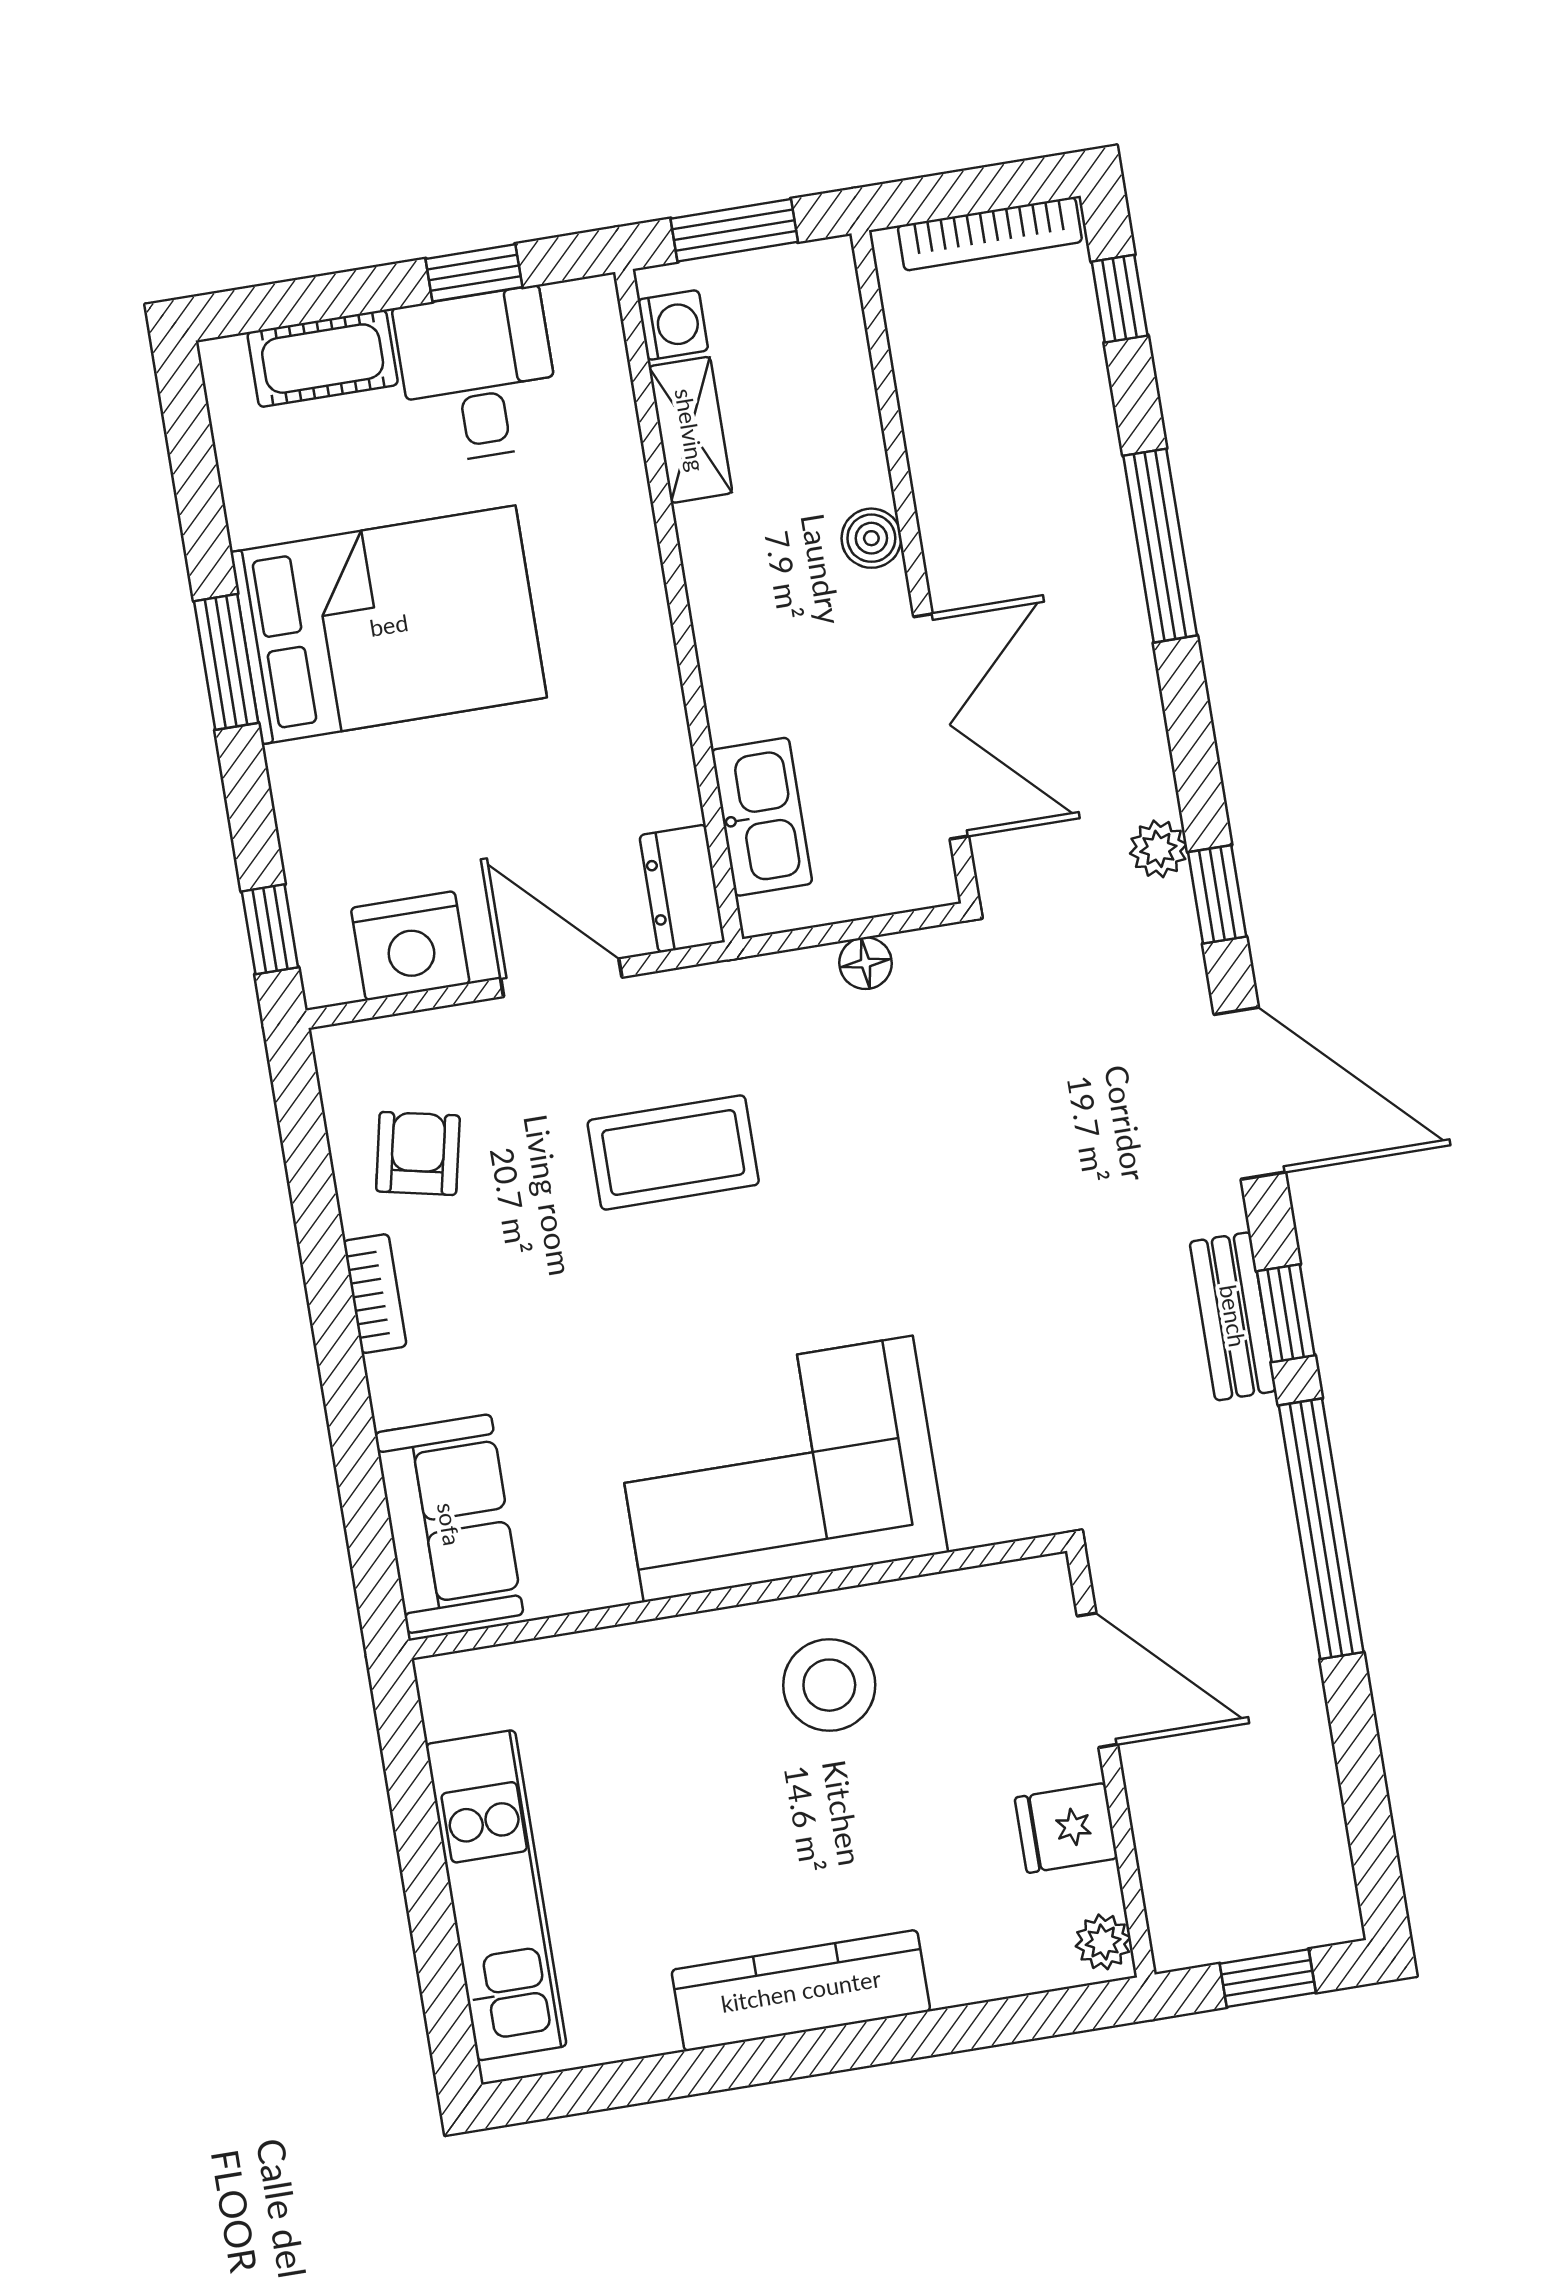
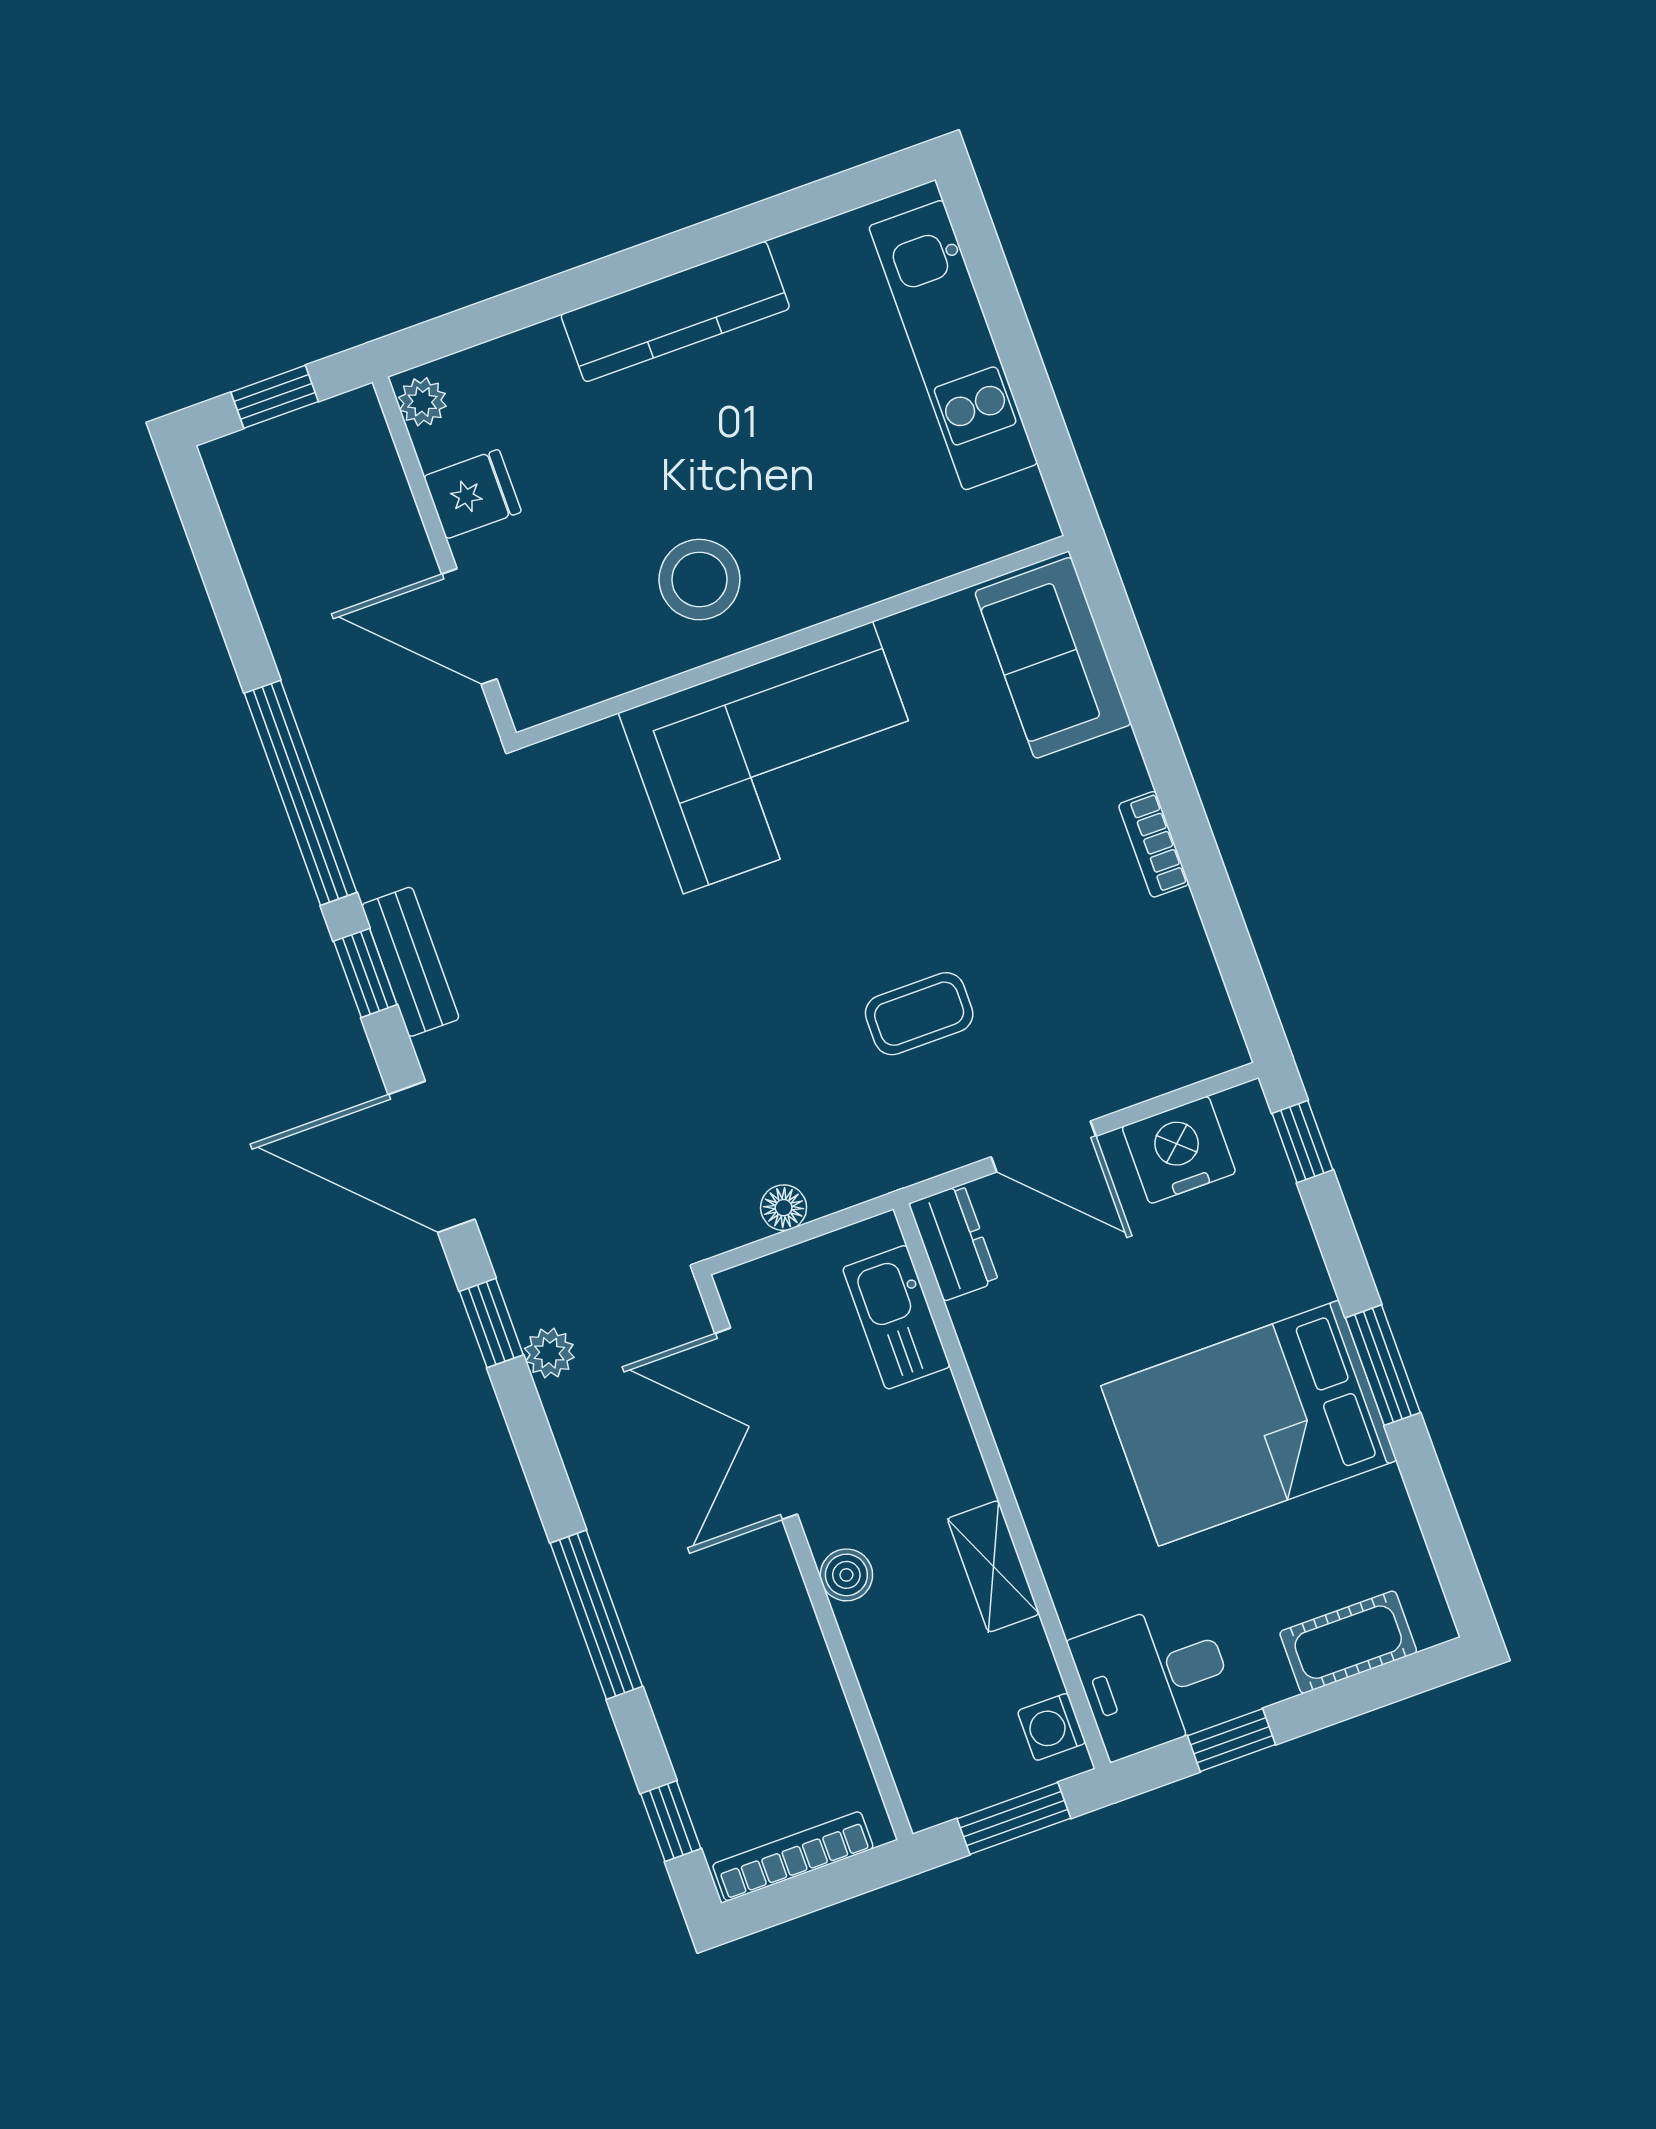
desk: (478, 376) -> (1154, 1678), moved, turned 90
shelving: (690, 430) -> (993, 1566), moved
coffee table: (673, 1152) -> (919, 1014), width x0.73, depth x0.77
armchair: (418, 1153) -> (1139, 972), removed

